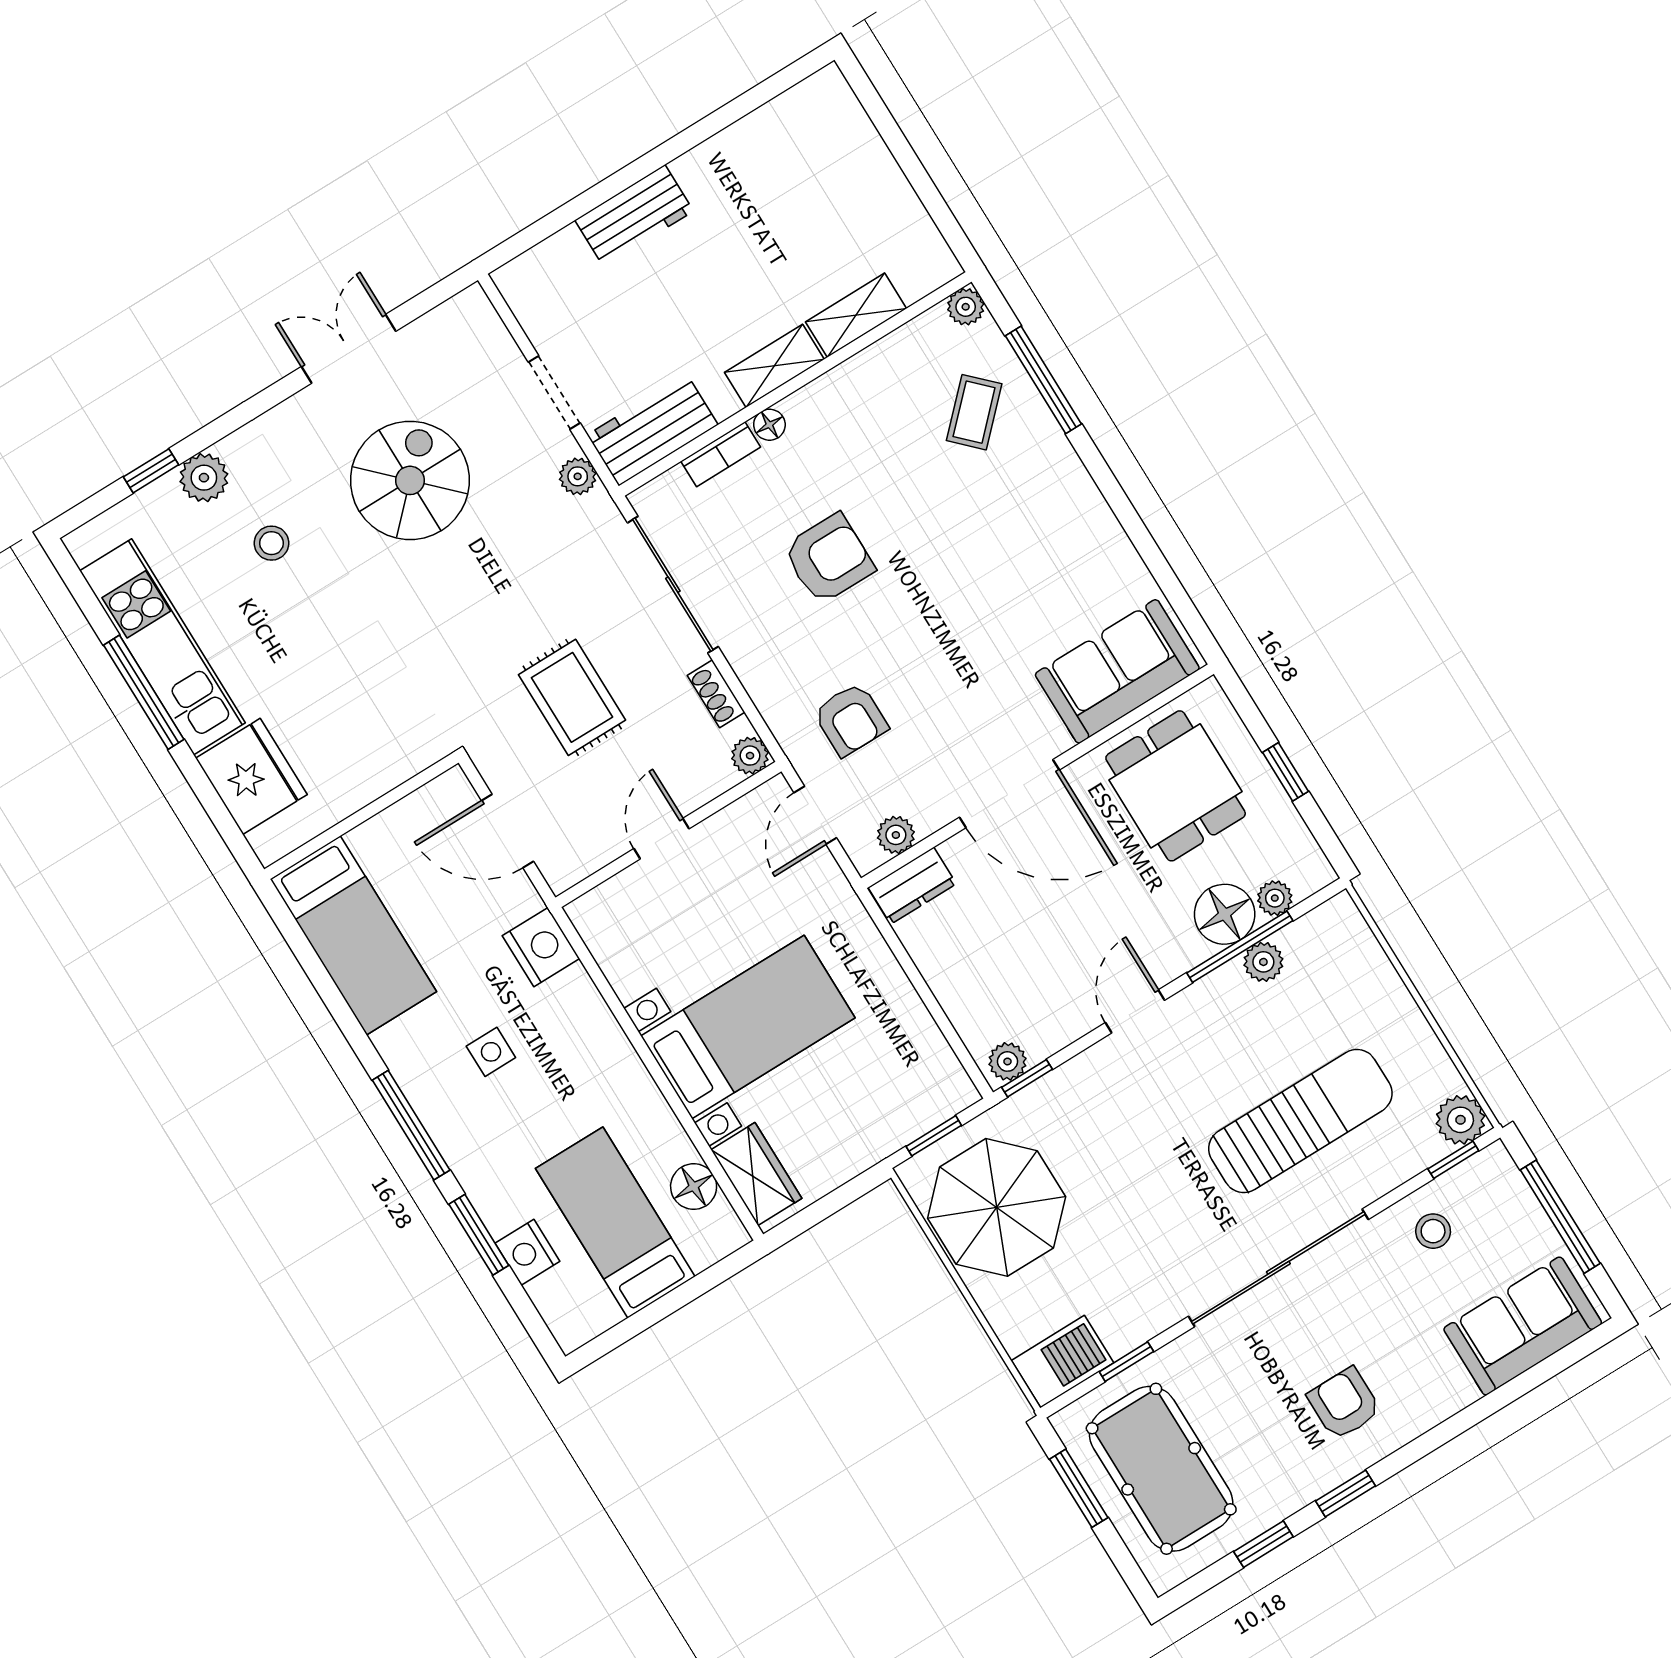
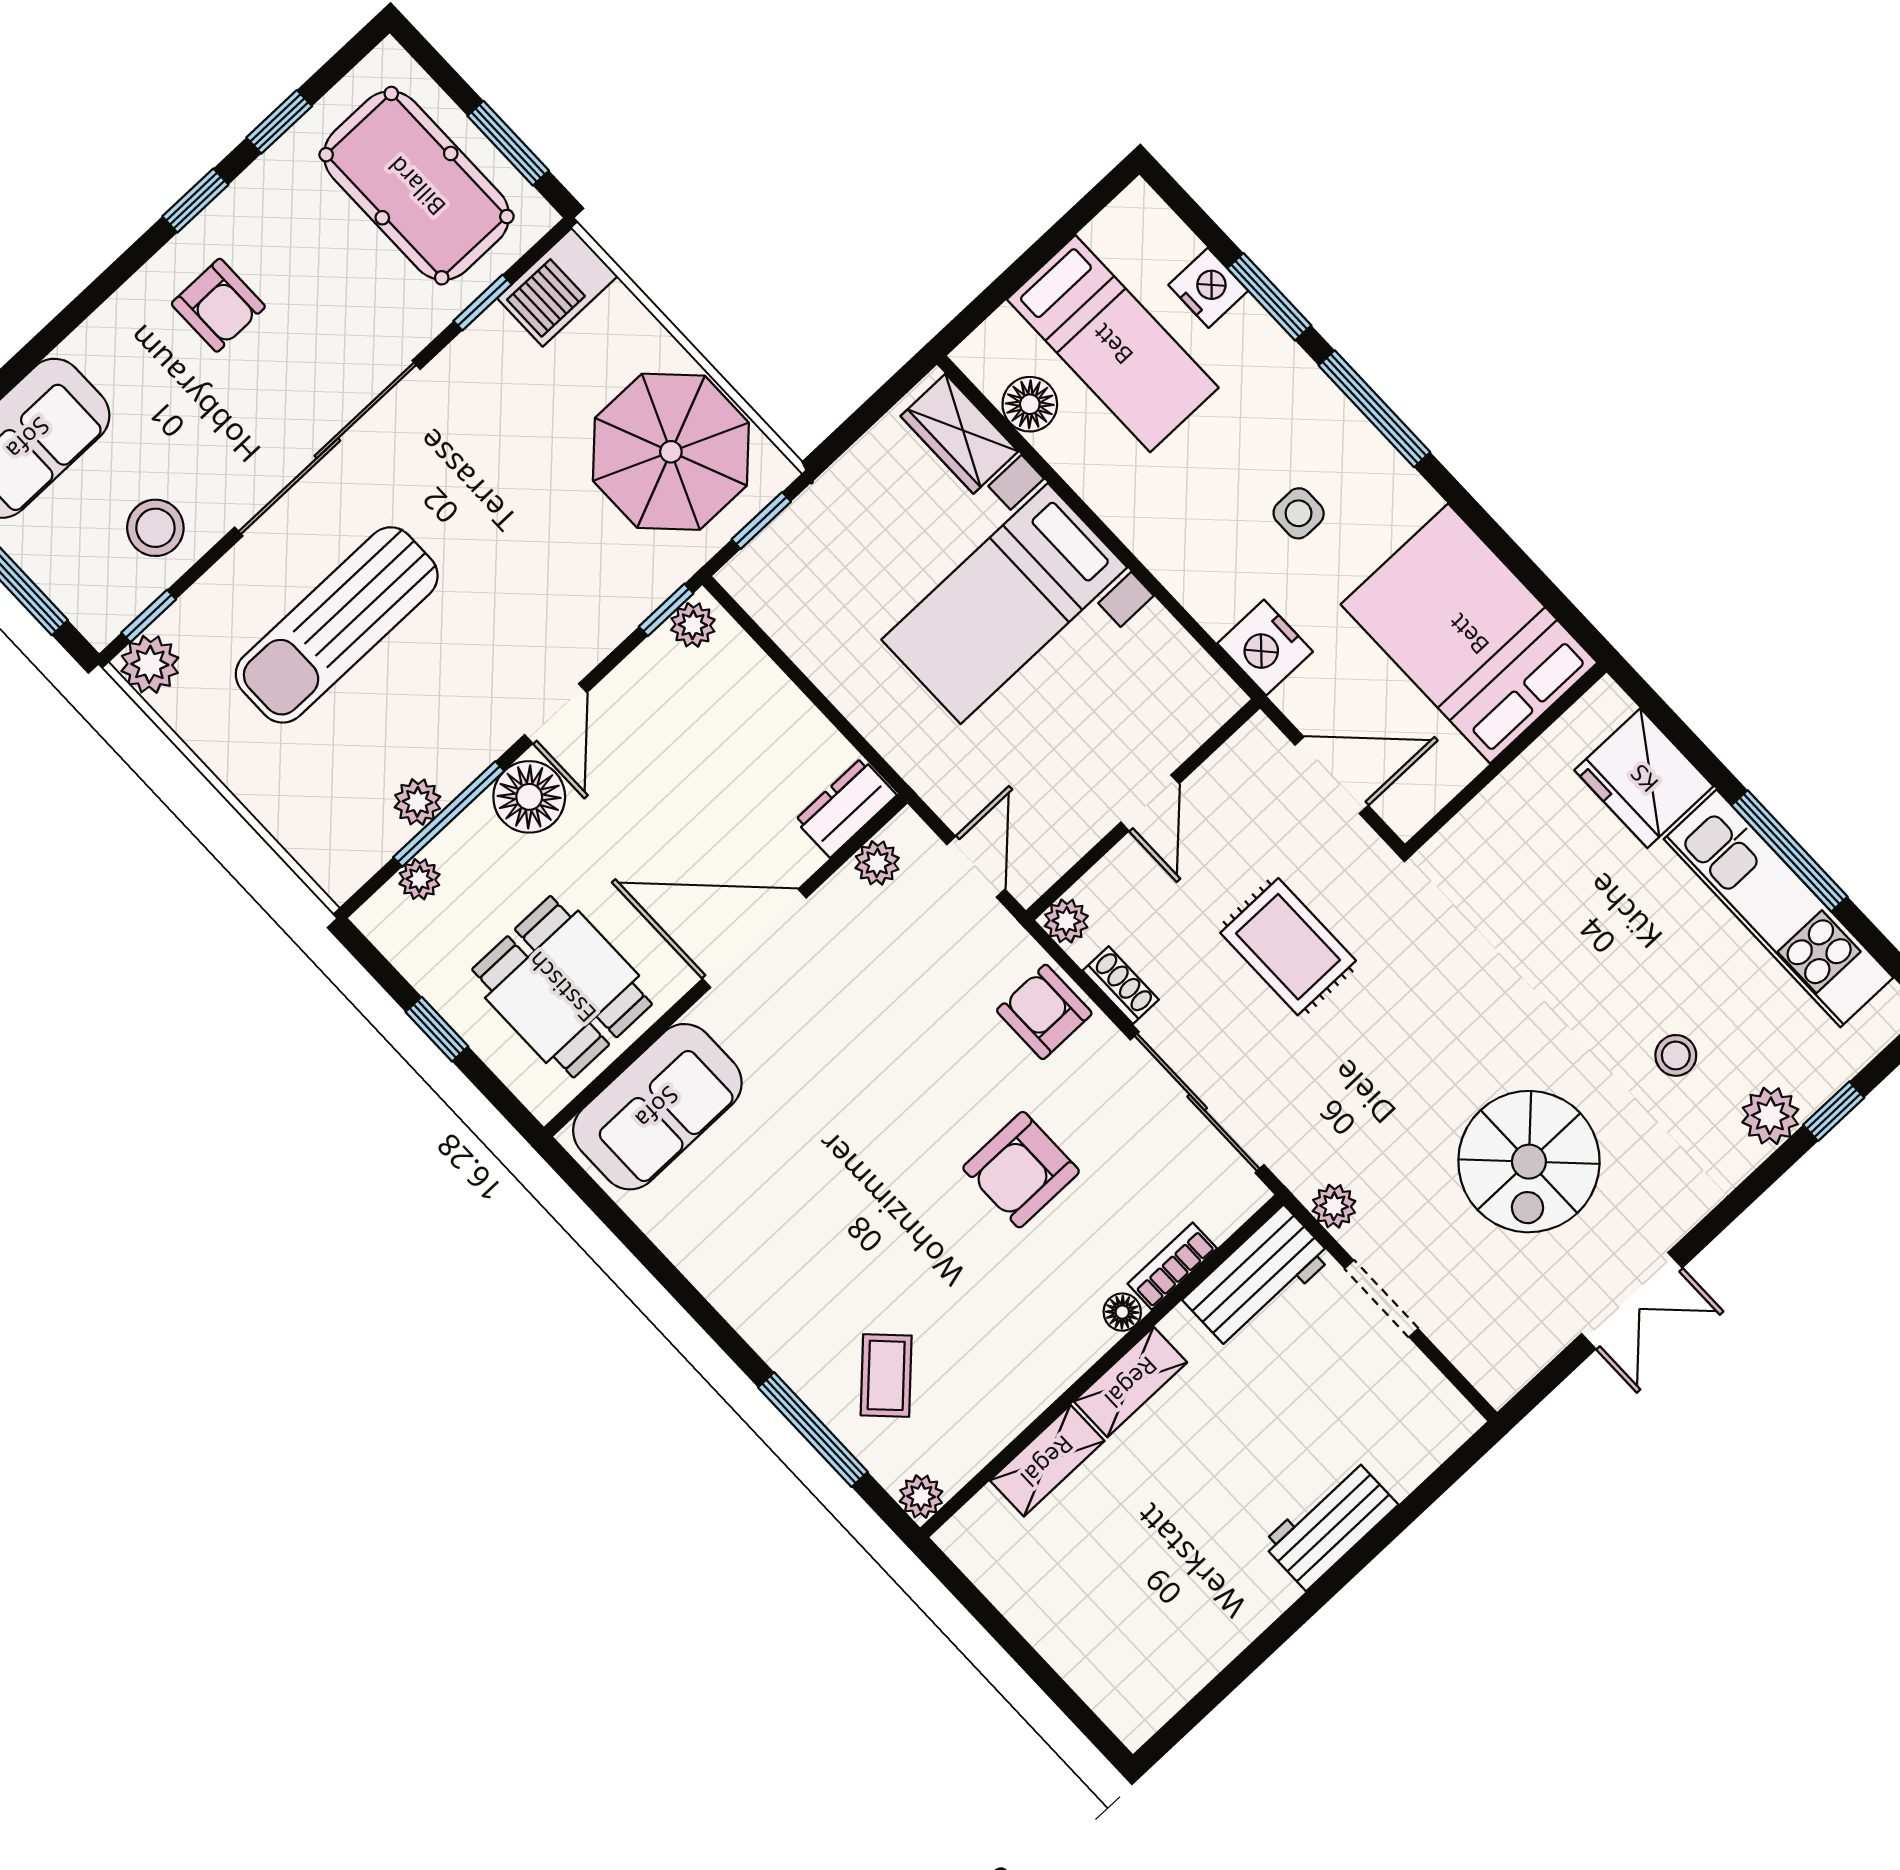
armchair: (851, 719) -> (1044, 1012), moved
floor lamp: (1225, 914) -> (529, 797), moved
bed: (353, 935) -> (1469, 634), width x1.50
stool: (1433, 1231) -> (155, 528), width x1.37, depth x1.37

